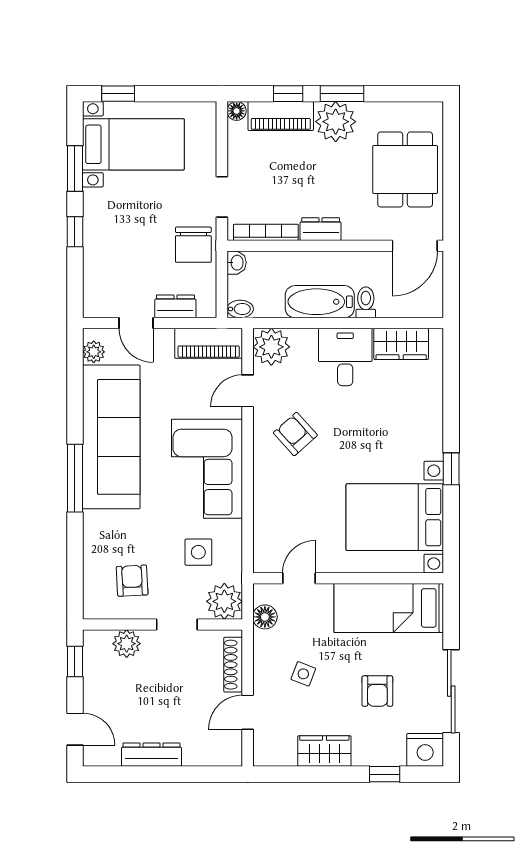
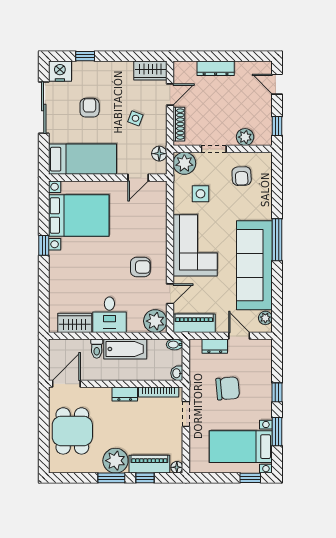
chair: (193, 245) -> (228, 388), moved, turned 85
armchair: (295, 434) -> (140, 267), turned -48
wardrobe: (324, 751) -> (150, 71), moved
dresser: (151, 755) -> (216, 68), moved

